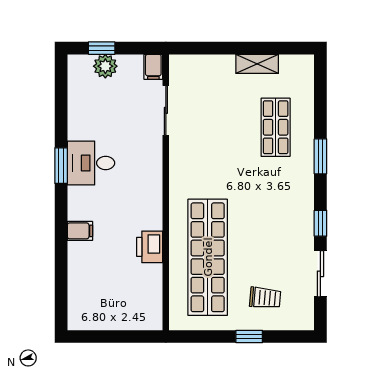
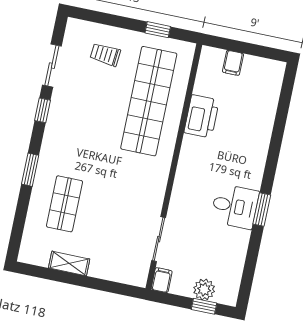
filing cabinet: (80, 231) -> (233, 63), moved, turned -90
printer: (150, 247) -> (202, 116), width x1.37, depth x1.19
window: (249, 337) -> (158, 30), moved

